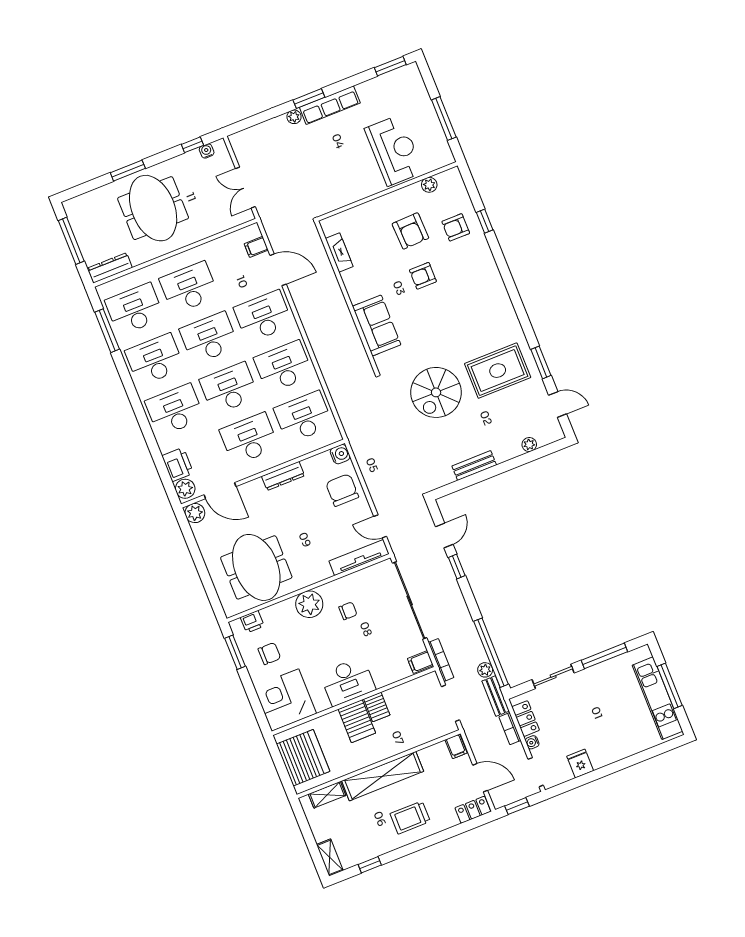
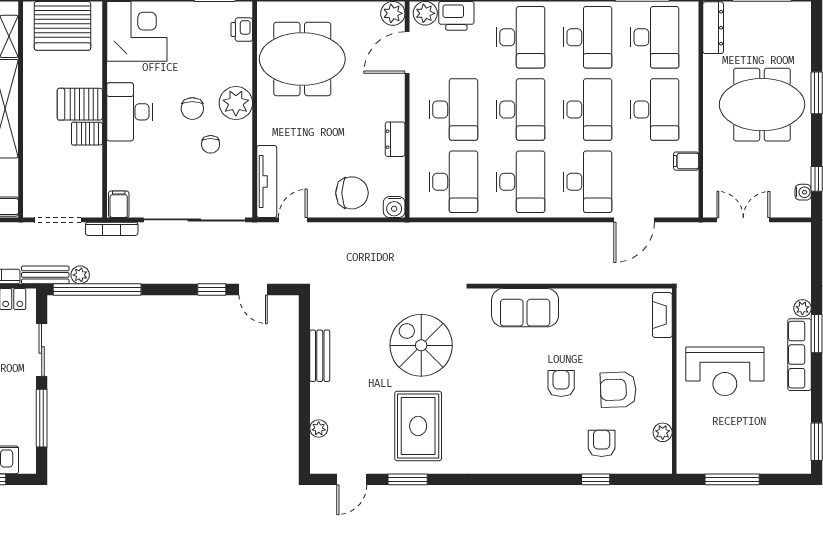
reception desk: (394, 150) -> (725, 371), moved
filing cabinet: (256, 247) -> (686, 161), moved, turned -90
fireplace: (339, 252) -> (662, 315), moved, turned 90
dresser: (283, 476) -> (395, 139), width x0.70
chair: (269, 654) -> (192, 109), moved

